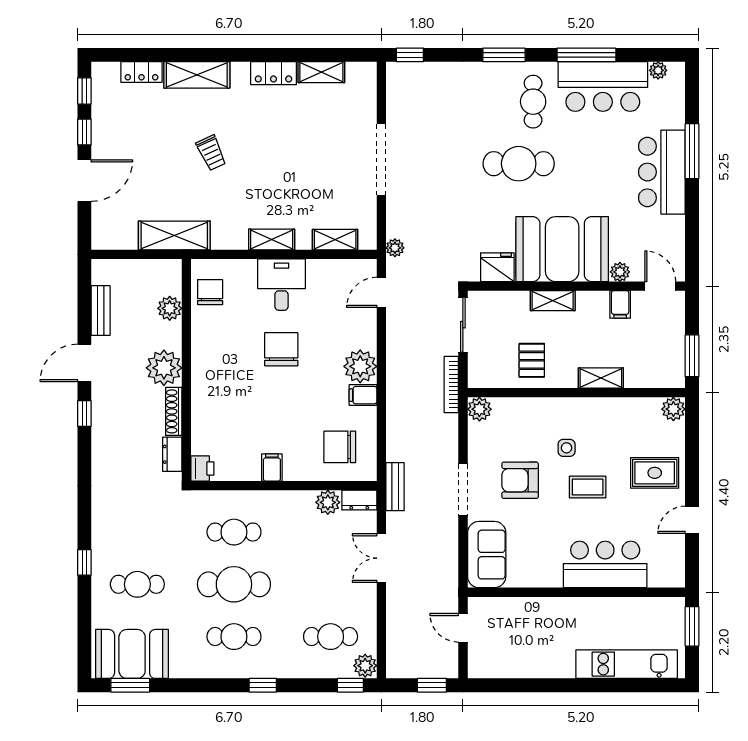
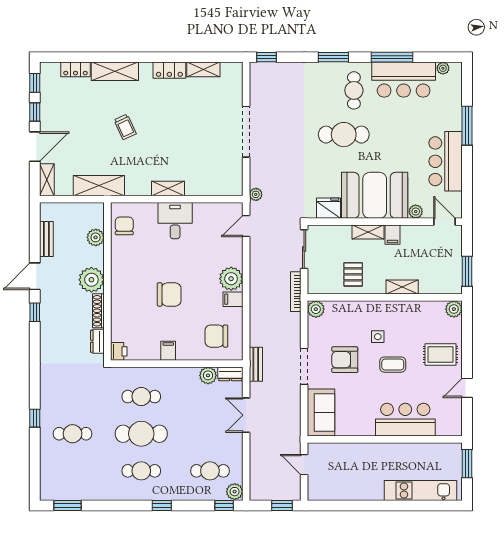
bar counter: (662, 172) -> (446, 161), moved
shelving: (335, 240) -> (47, 180), moved, turned 90
filing cabinet: (620, 304) -> (392, 235), moved
chair: (281, 349) -> (169, 294), moved, turned 90
booth: (132, 654) -> (69, 483), removed

